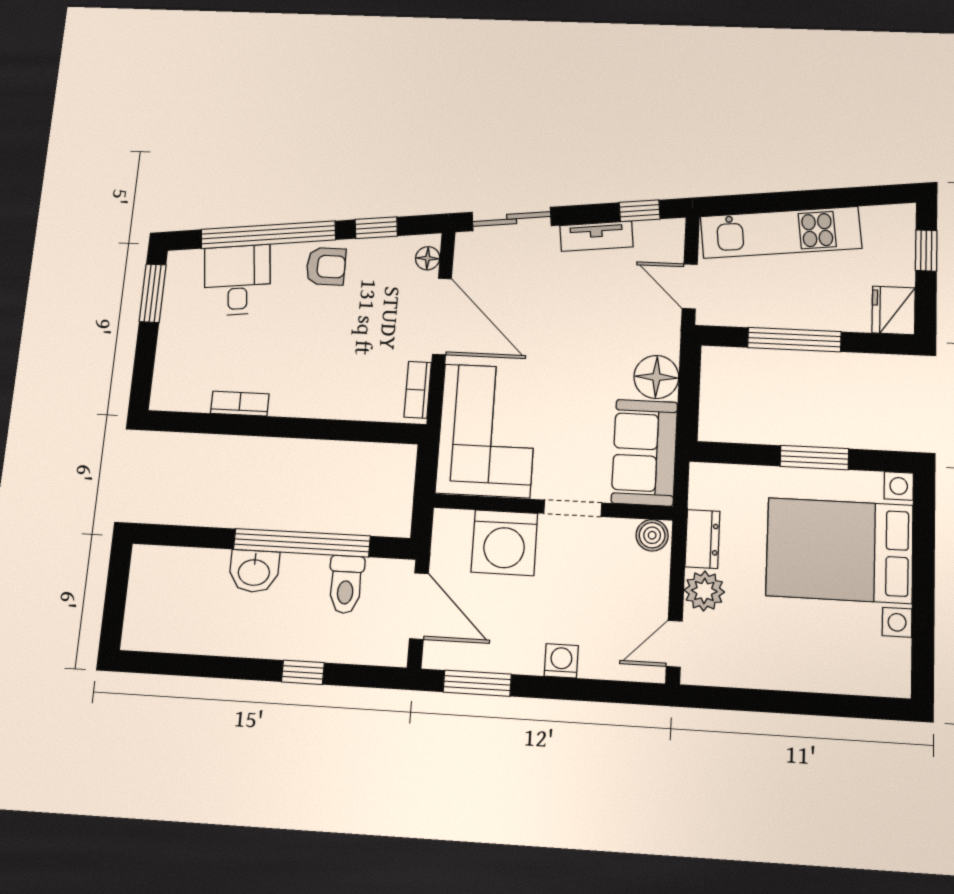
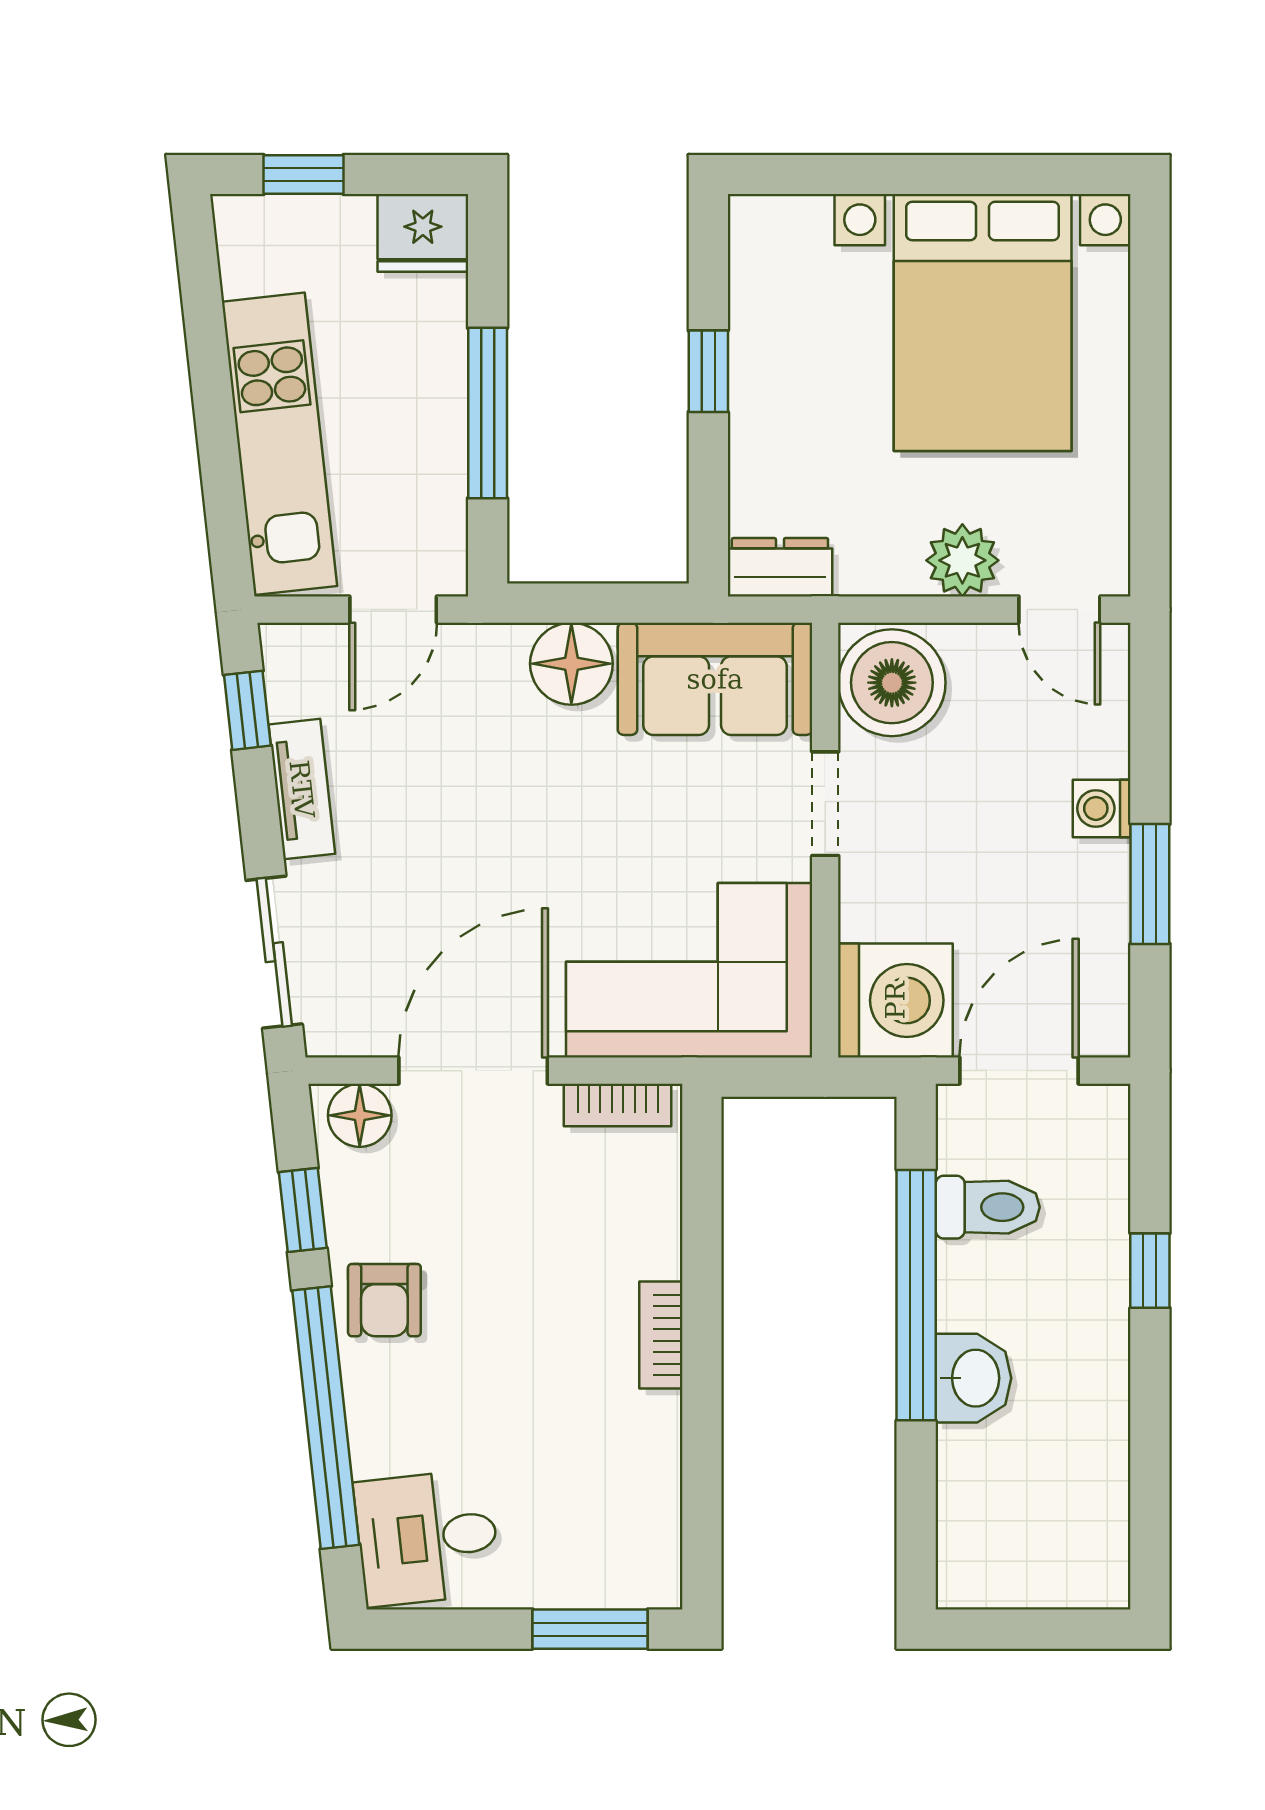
floor lamp: (428, 258) -> (360, 1115), width x1.37, depth x1.37
armchair: (326, 266) -> (384, 1300), turned 180
desk: (237, 280) -> (427, 1538), moved
window: (153, 293) -> (590, 1629), moved
bookcase: (240, 404) -> (661, 1335), moved
window: (814, 458) -> (708, 371), width x0.67
boiler: (652, 535) -> (892, 683), width x1.86, depth x1.86
dresser: (702, 539) -> (780, 567), moved
washing machine: (504, 543) -> (895, 1000), moved
bed with nightstands: (840, 550) -> (983, 323), moved
window: (477, 683) -> (1150, 884), moved

